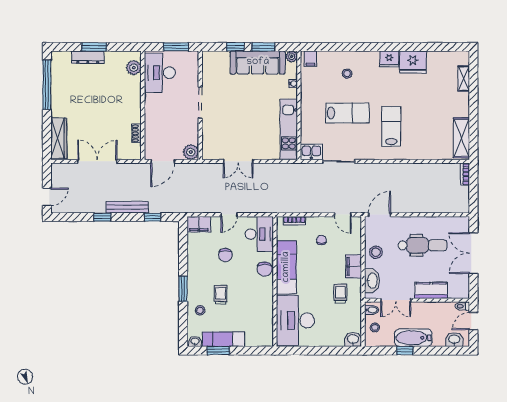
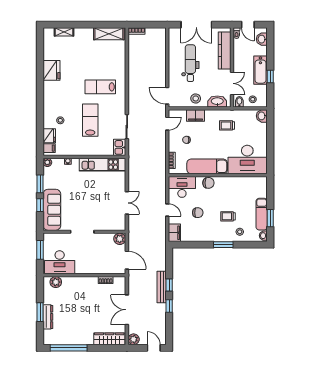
fridge: (389, 59) -> (49, 136), moved
sofa: (258, 62) -> (52, 210), moved
plant: (58, 170) -> (134, 339), added
window: (153, 217) -> (169, 285), moved
filing cabinet: (354, 266) -> (195, 115), moved
kitchen counter: (431, 290) -> (225, 50), width x1.50

